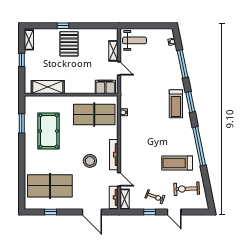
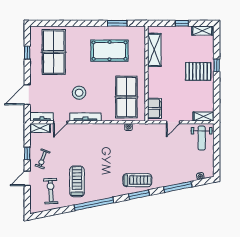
shelving: (113, 51) -> (204, 117), moved
treadmill: (176, 104) -> (137, 180), turned 180

